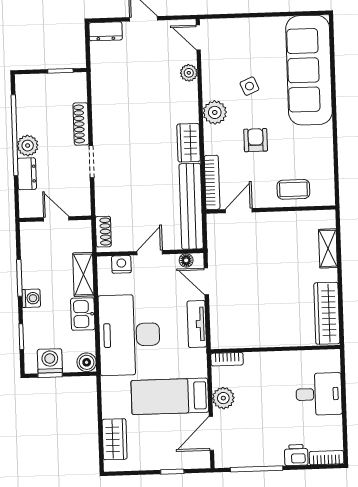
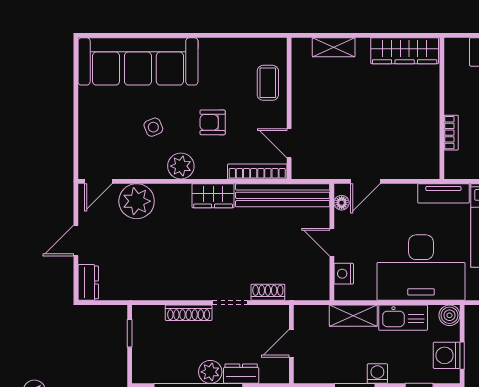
plant: (189, 73) -> (137, 201), width x1.87, depth x1.87
shoe rack: (103, 232) -> (268, 292), moved
kitchen sink: (83, 314) -> (403, 318), width x1.38
tv unit: (197, 324) -> (443, 193), moved
bookcase: (227, 359) -> (451, 133), moved

